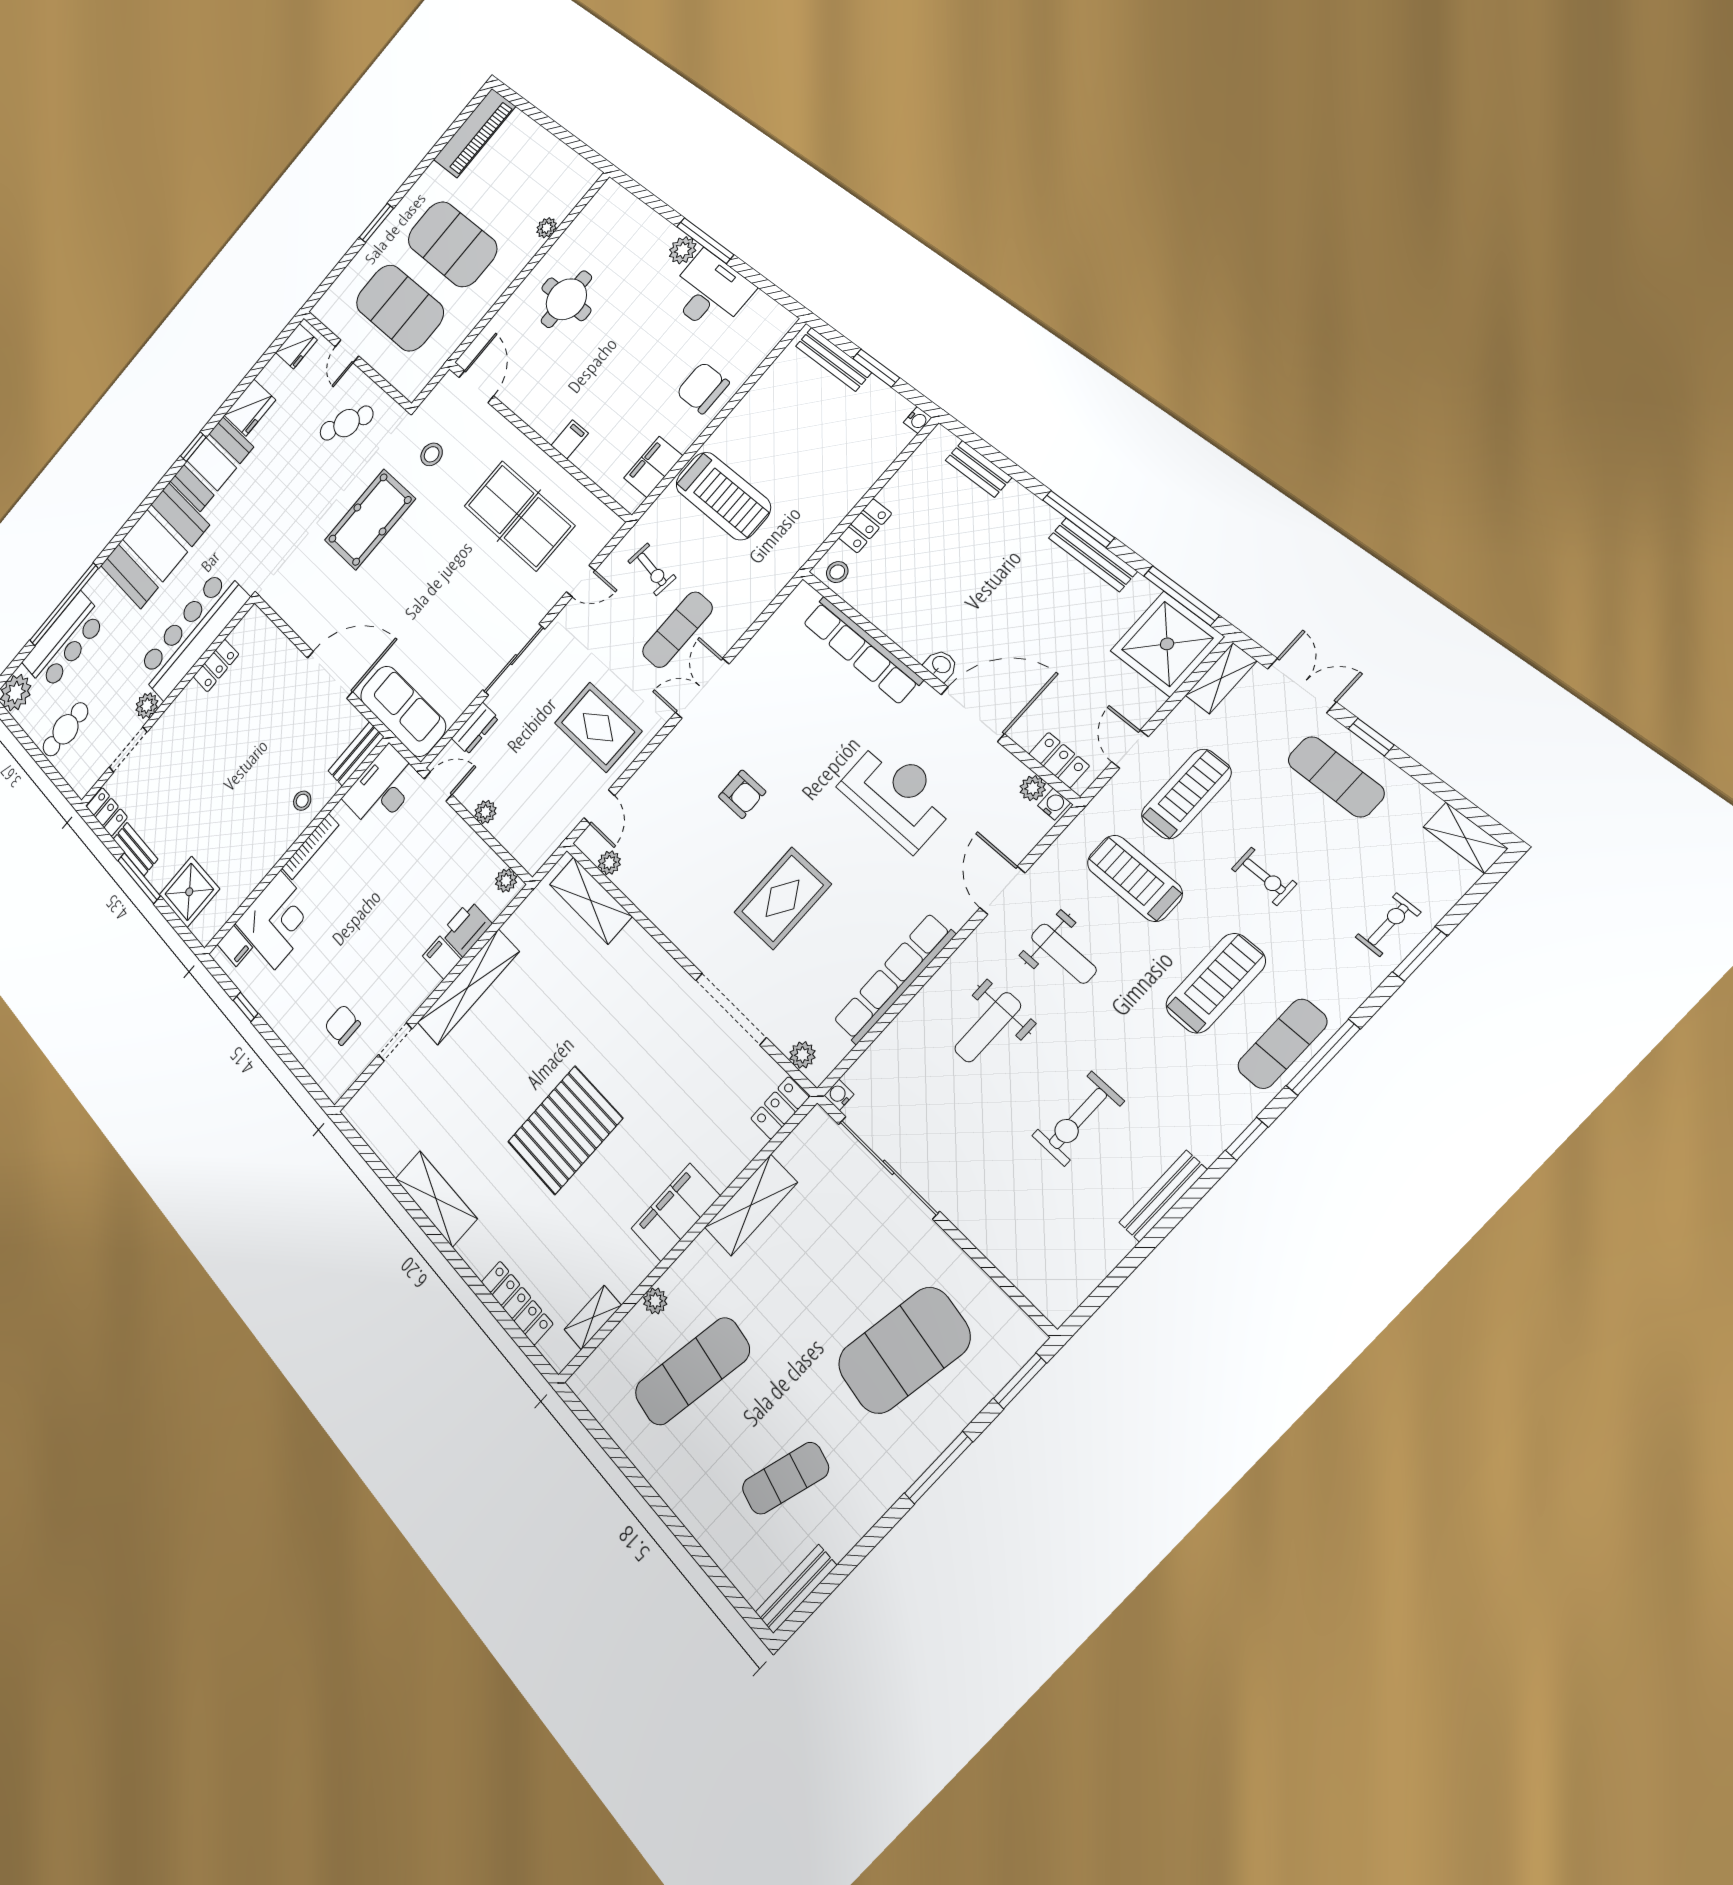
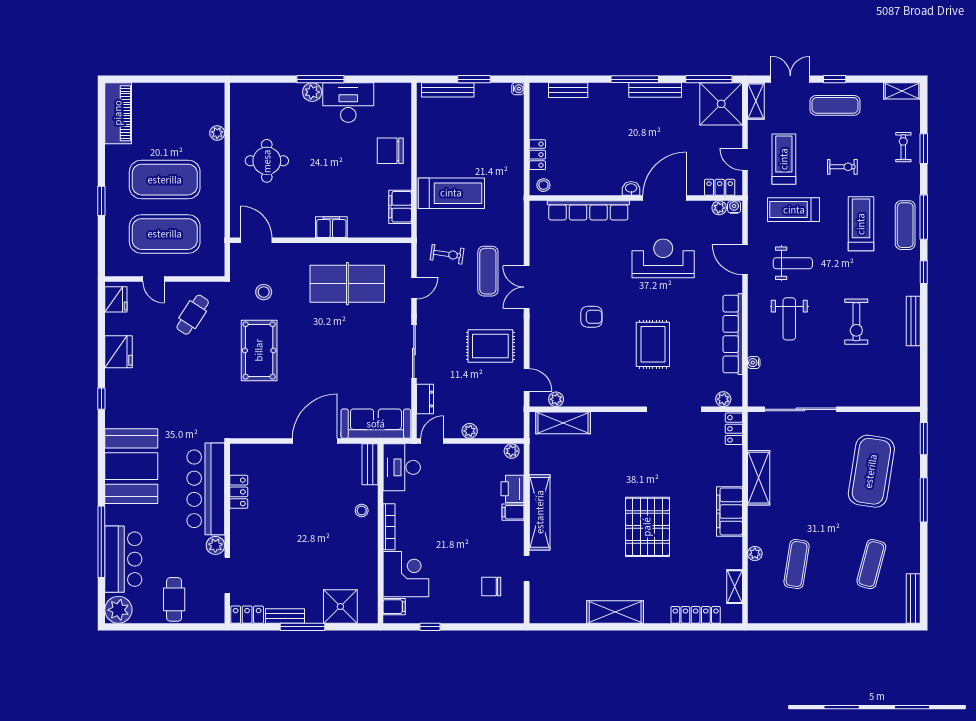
filing cabinet: (570, 439) -> (331, 227), width x2.00
booth: (211, 464) -> (124, 398), removed
water cooler: (839, 1095) -> (754, 363), moved
exercise mat: (692, 1371) -> (797, 564), width x0.73, depth x0.69

